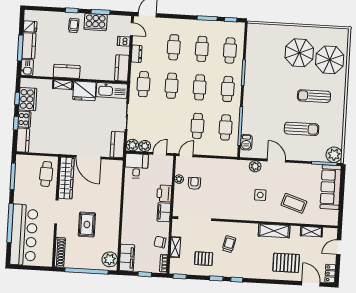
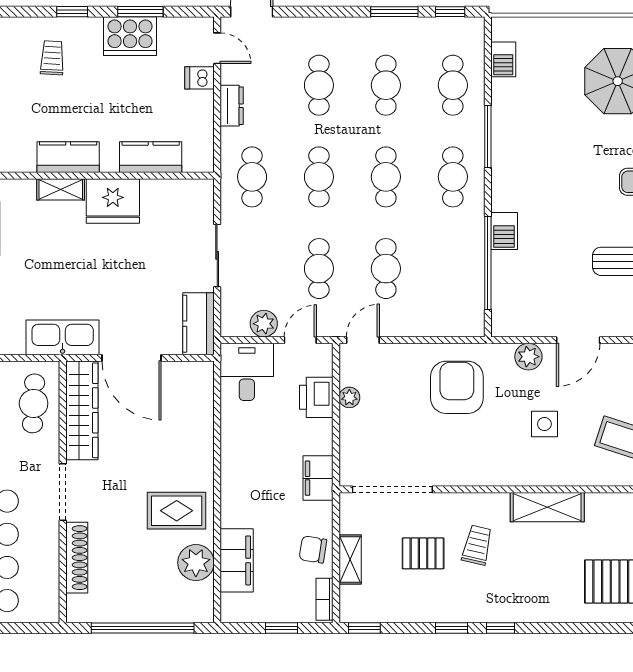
trolley: (74, 26) -> (52, 58), moved
barbecue: (252, 41) -> (503, 59), added
kitchen counter: (122, 68) -> (151, 157), moved, turned 90
kitchen sink: (112, 90) -> (63, 337), moved, turned 180
cafe table: (226, 127) -> (319, 269), moved
barbecue: (246, 142) -> (504, 231), moved
plant: (132, 145) -> (234, 323), removed
door: (276, 161) -> (578, 340), swing flipped
armchair: (194, 183) -> (457, 387), moved, width x1.88, depth x1.88
printer: (164, 193) -> (316, 397), moved
rug: (87, 225) -> (177, 511), moved, turned 90
shelving: (274, 231) -> (547, 507), moved
shoe rack: (60, 252) -> (77, 558), moved
filing cabinet: (127, 258) -> (237, 560), moved
plant: (110, 259) -> (196, 563), moved
pallet: (204, 259) -> (423, 553), moved

